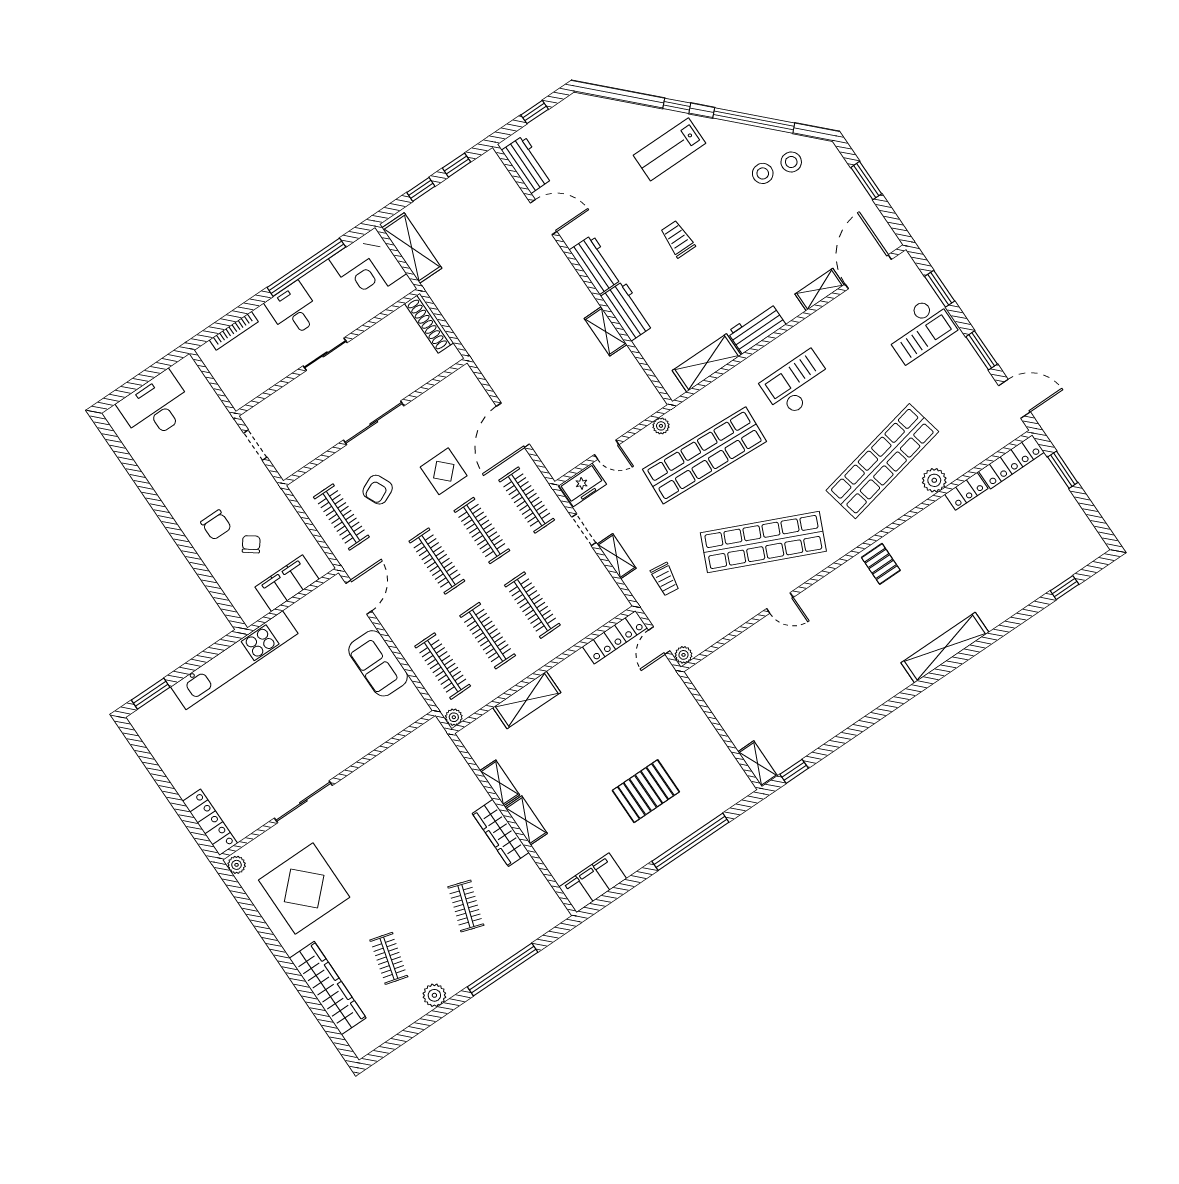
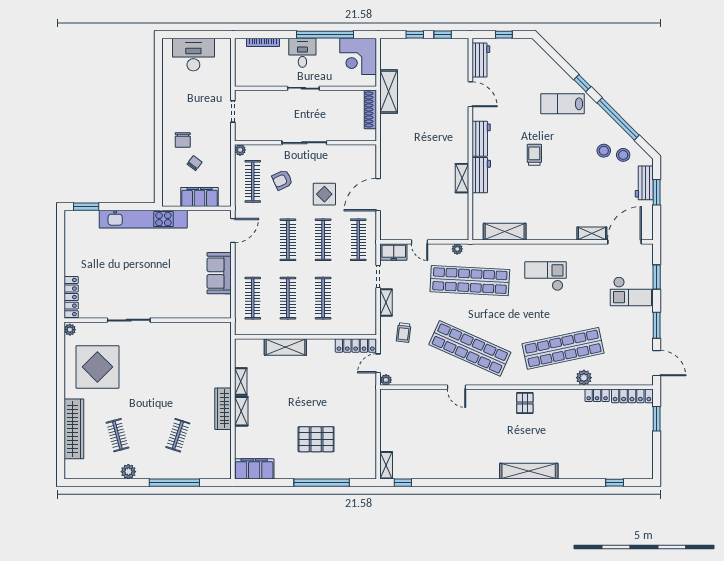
shelving: (412, 248) -> (389, 92), moved
workbench: (757, 328) -> (644, 183), moved, turned -90
plant: (454, 717) -> (240, 150), moved
clothes rail: (389, 958) -> (117, 435), turned -30

